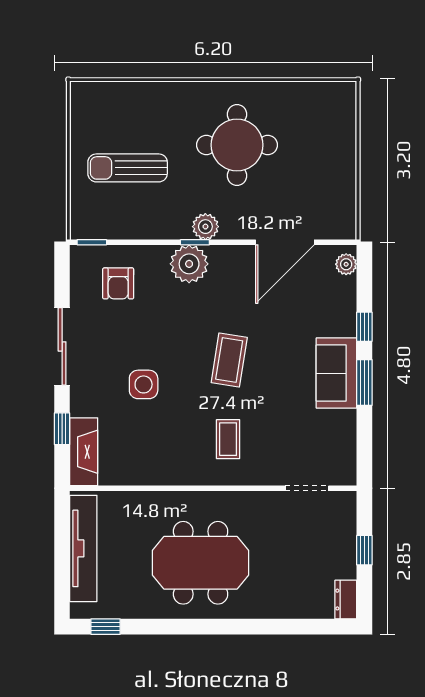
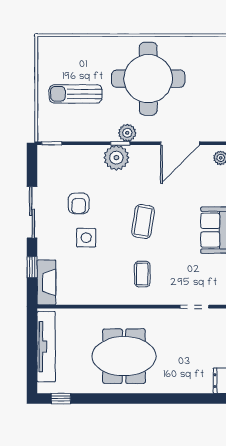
round table: (237, 145) -> (148, 79), width x1.36, depth x1.36
armchair: (118, 283) -> (79, 203), moved

